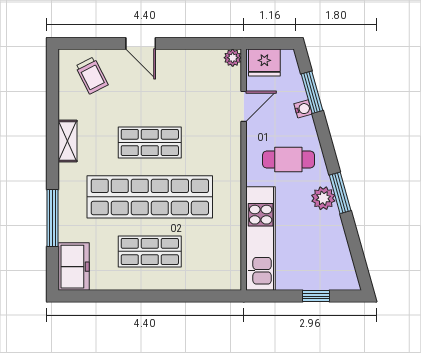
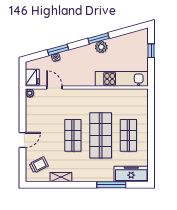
window: (312, 92) -> (58, 50), moved
shelving: (68, 141) -> (61, 177), moved
cafe table: (288, 160) -> (82, 65), removed
shop shelf: (150, 197) -> (101, 135), width x0.71
freezer: (74, 267) -> (131, 174), width x1.40

